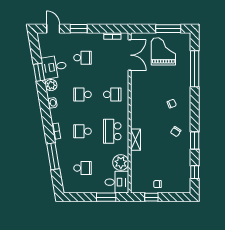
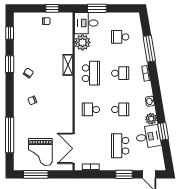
school desk: (83, 58) -> (120, 146), width x1.85

